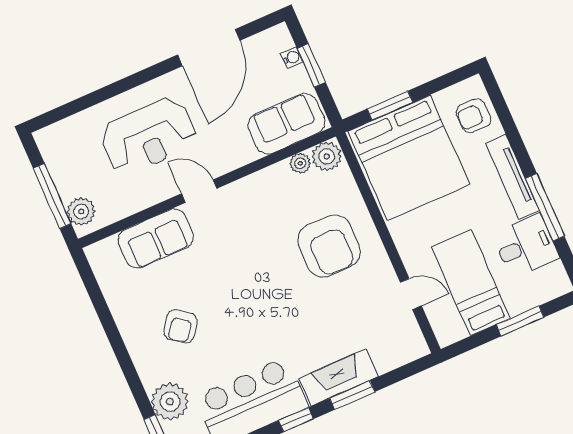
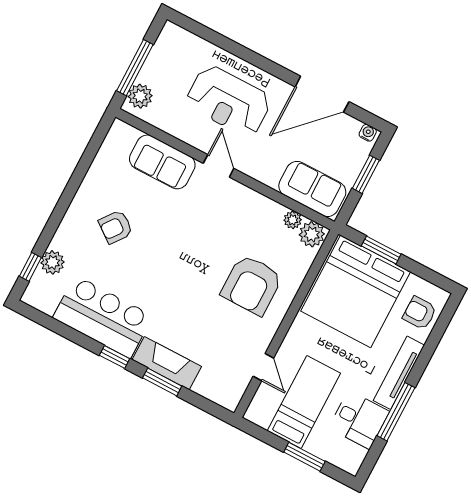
water cooler: (292, 58) -> (368, 133), moved, turned -90
plant: (170, 401) -> (52, 262), width x0.73, depth x0.73

